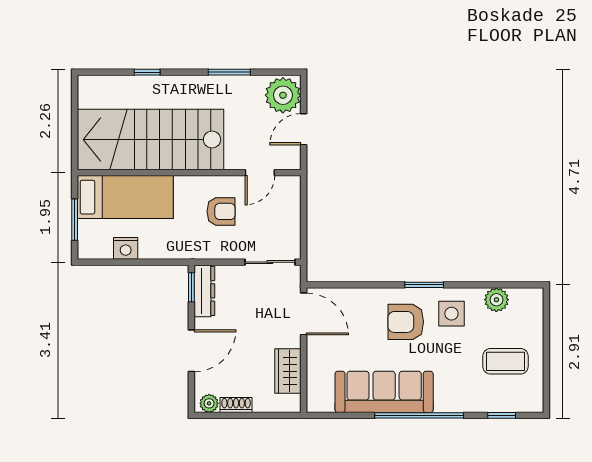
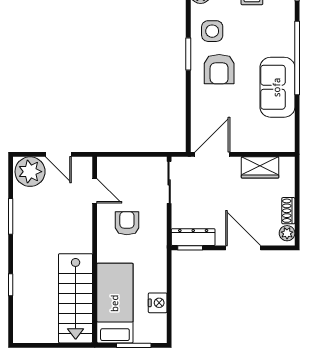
stairs: (151, 140) -> (76, 298), width x0.73, depth x0.66
sofa: (384, 392) -> (277, 87), width x0.73

